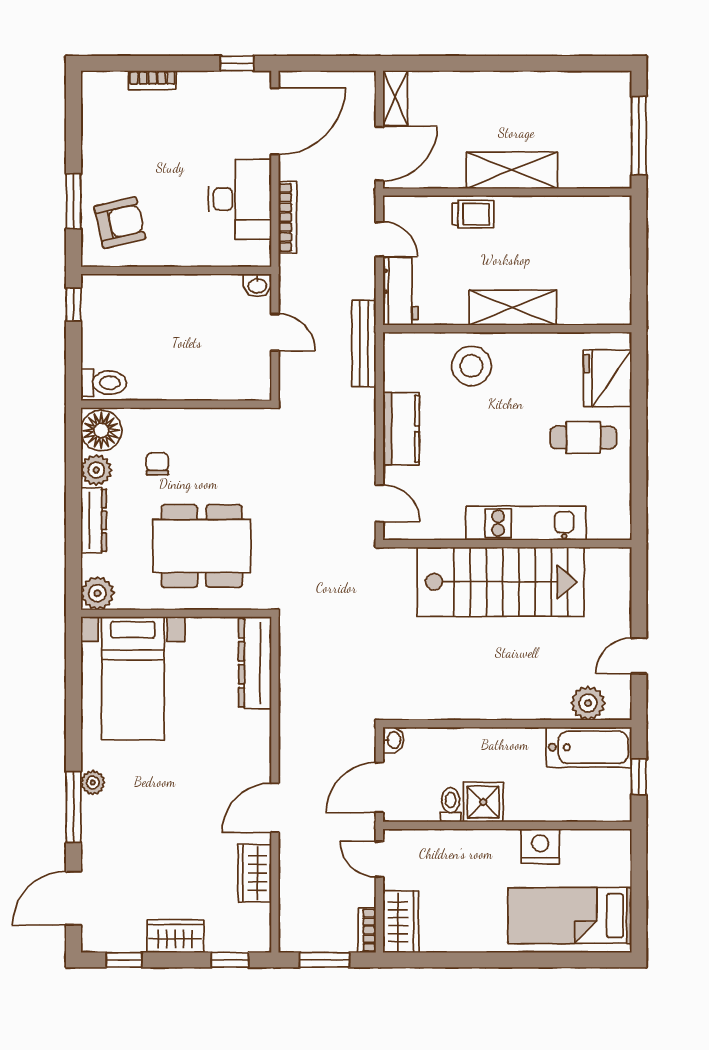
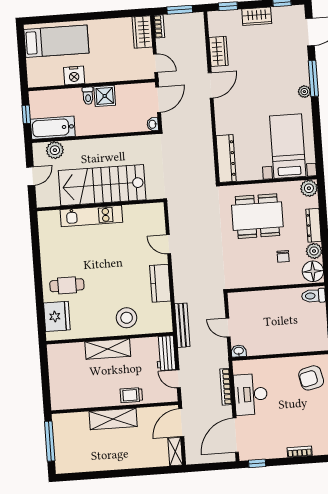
kitchen unit: (526, 523) -> (91, 216), moved
wall: (507, 544) -> (100, 205), moved
stairs: (501, 582) -> (102, 185), moved
toilet: (451, 805) -> (88, 96), moved

